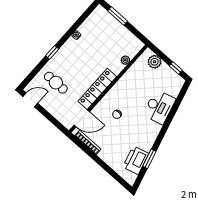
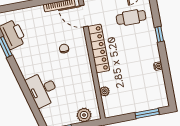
door: (82, 118) -> (84, 16), hinge flipped

